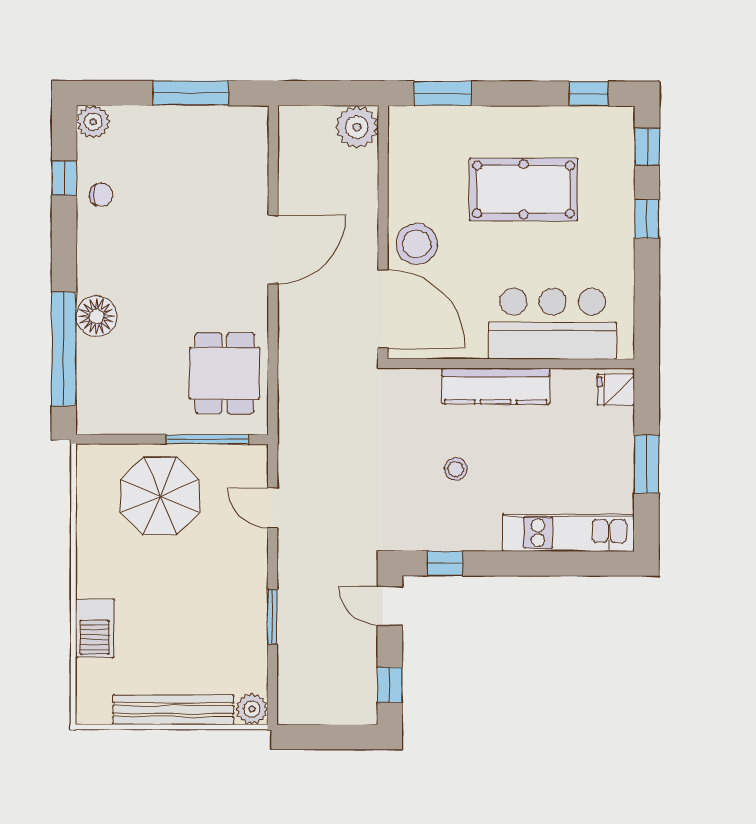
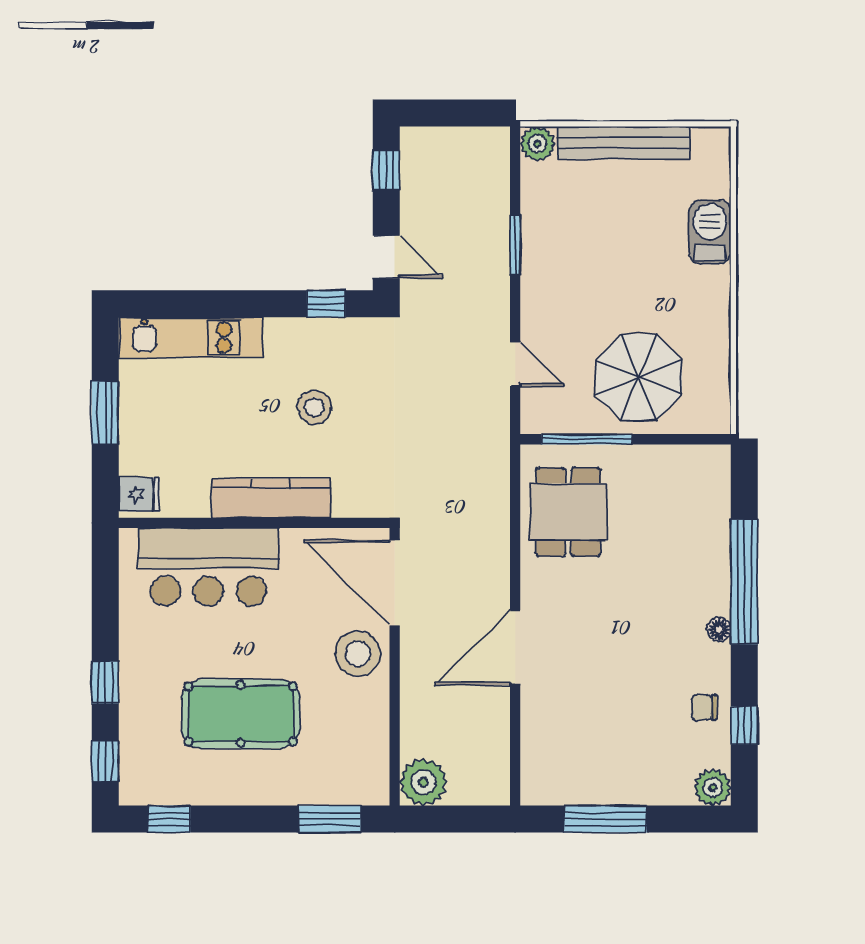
floor lamp: (97, 316) -> (719, 630), moved, width x0.53, depth x0.53
window: (64, 349) -> (744, 582), moved
stool: (456, 469) -> (314, 407), width x1.37, depth x1.37

